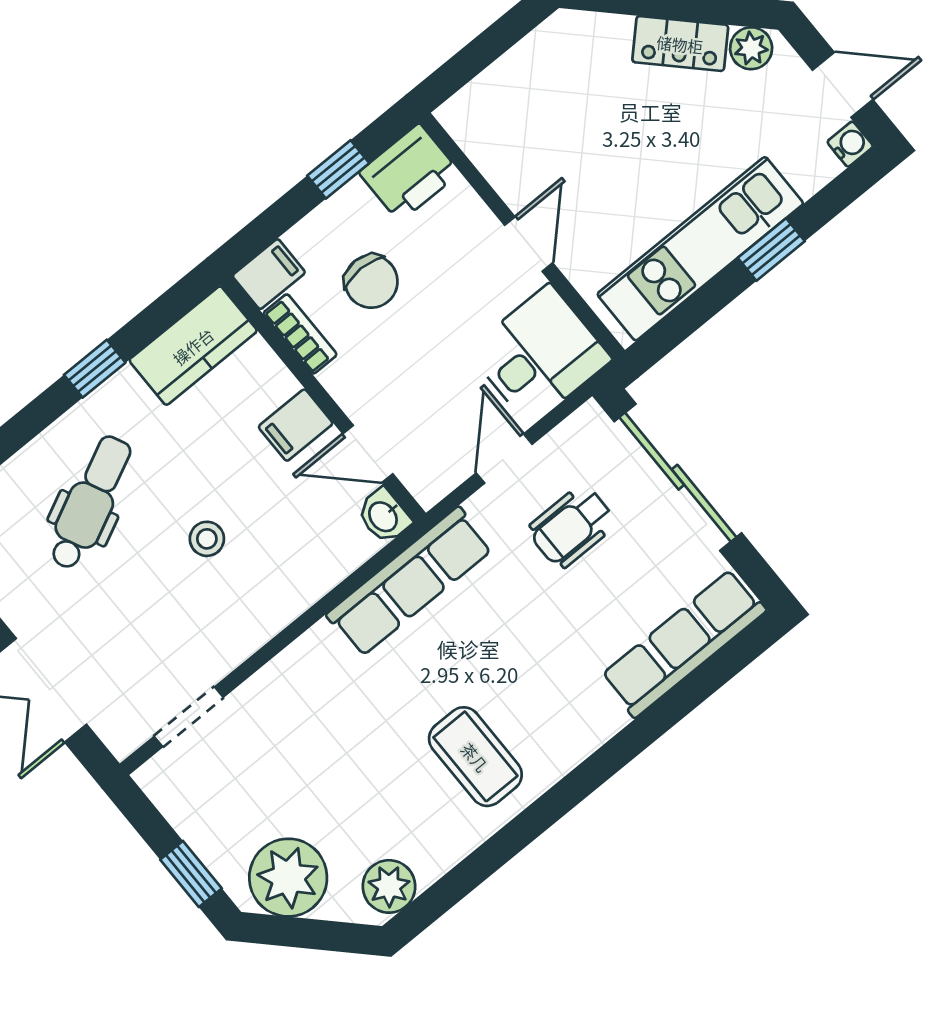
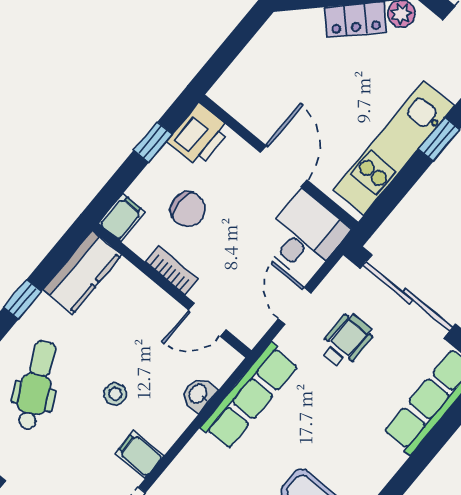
door: (529, 244) -> (284, 166), width x1.37
bookcase: (300, 334) -> (172, 270), moved
filing cabinet: (296, 425) -> (139, 454), moved, turned 90
washbasin: (384, 516) -> (199, 394), moved, turned 90
wheelchair: (572, 526) -> (346, 341), turned 180

